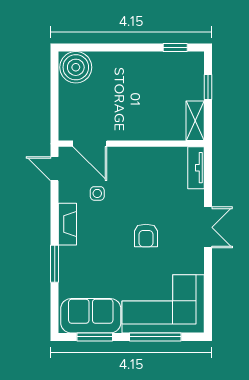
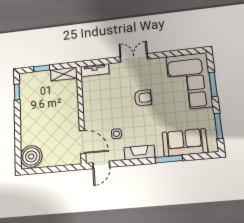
door: (90, 144) -> (82, 142), hinge flipped
sofa: (91, 316) -> (185, 142), moved, turned 90
window: (155, 337) -> (213, 84), width x0.69

